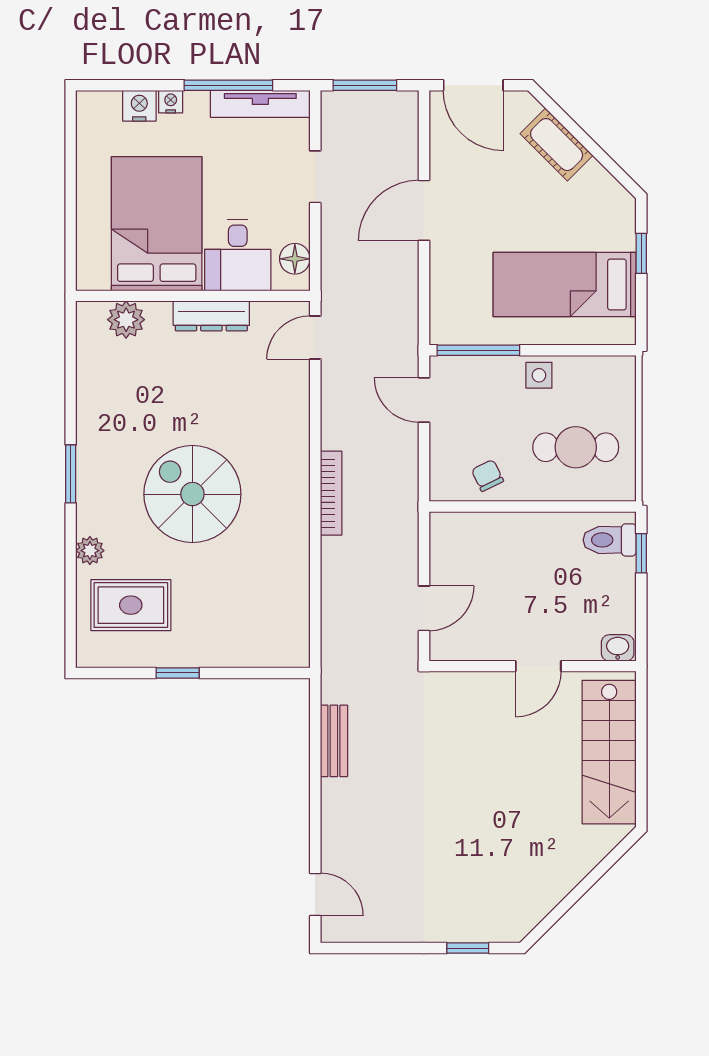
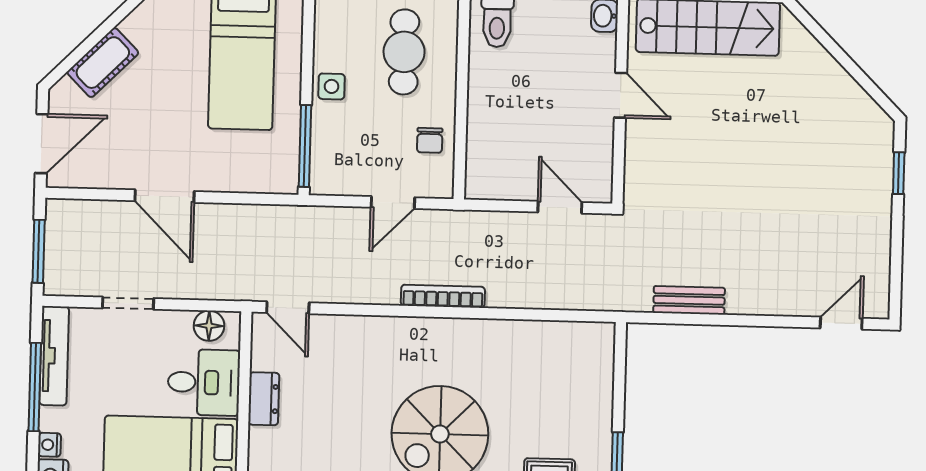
dresser: (211, 316) -> (264, 399), width x0.70
door: (424, 400) -> (393, 203), moved
chair: (487, 476) -> (430, 140), turned -64

